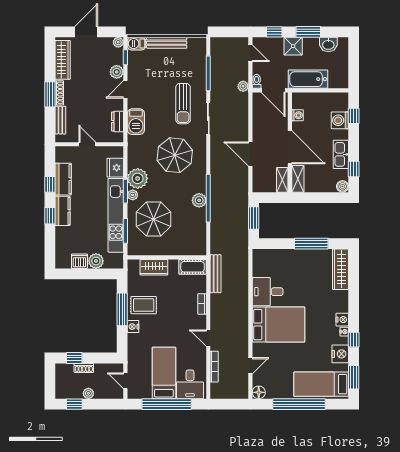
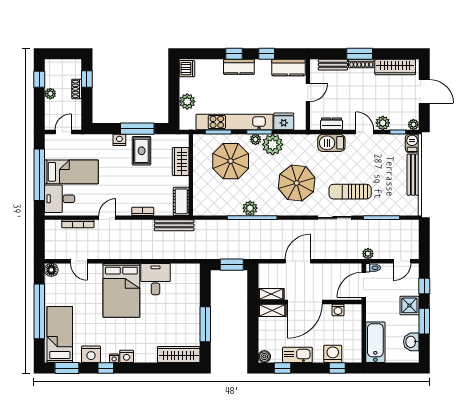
bathtub: (308, 79) -> (375, 342), moved
kitchen counter: (63, 179) -> (288, 67), moved
dishwasher: (79, 261) -> (187, 69), moved

